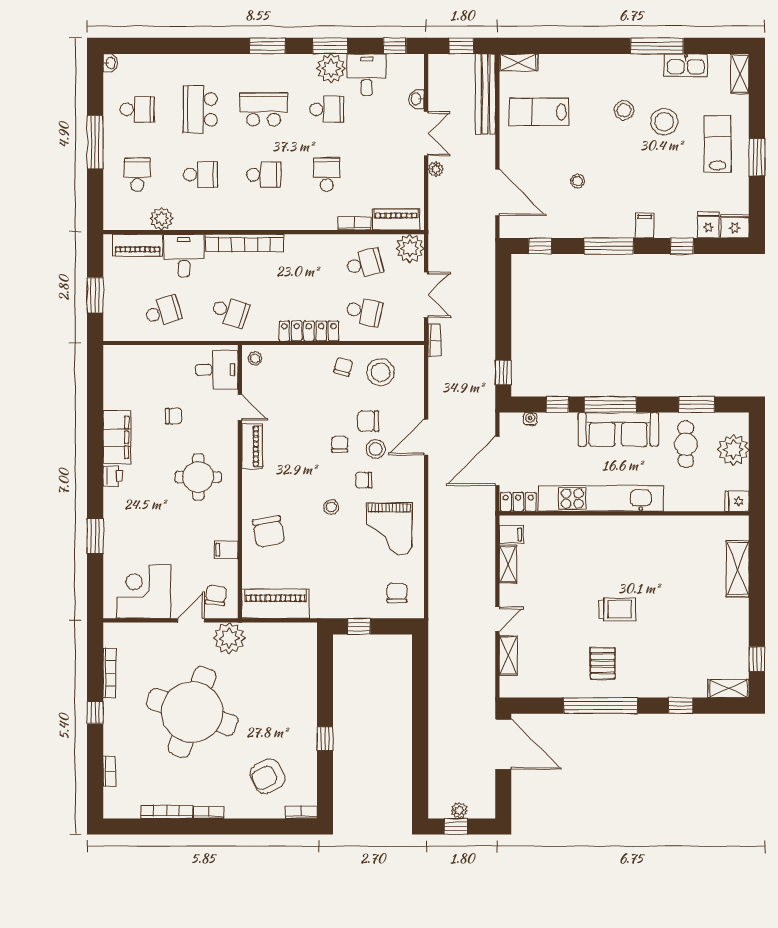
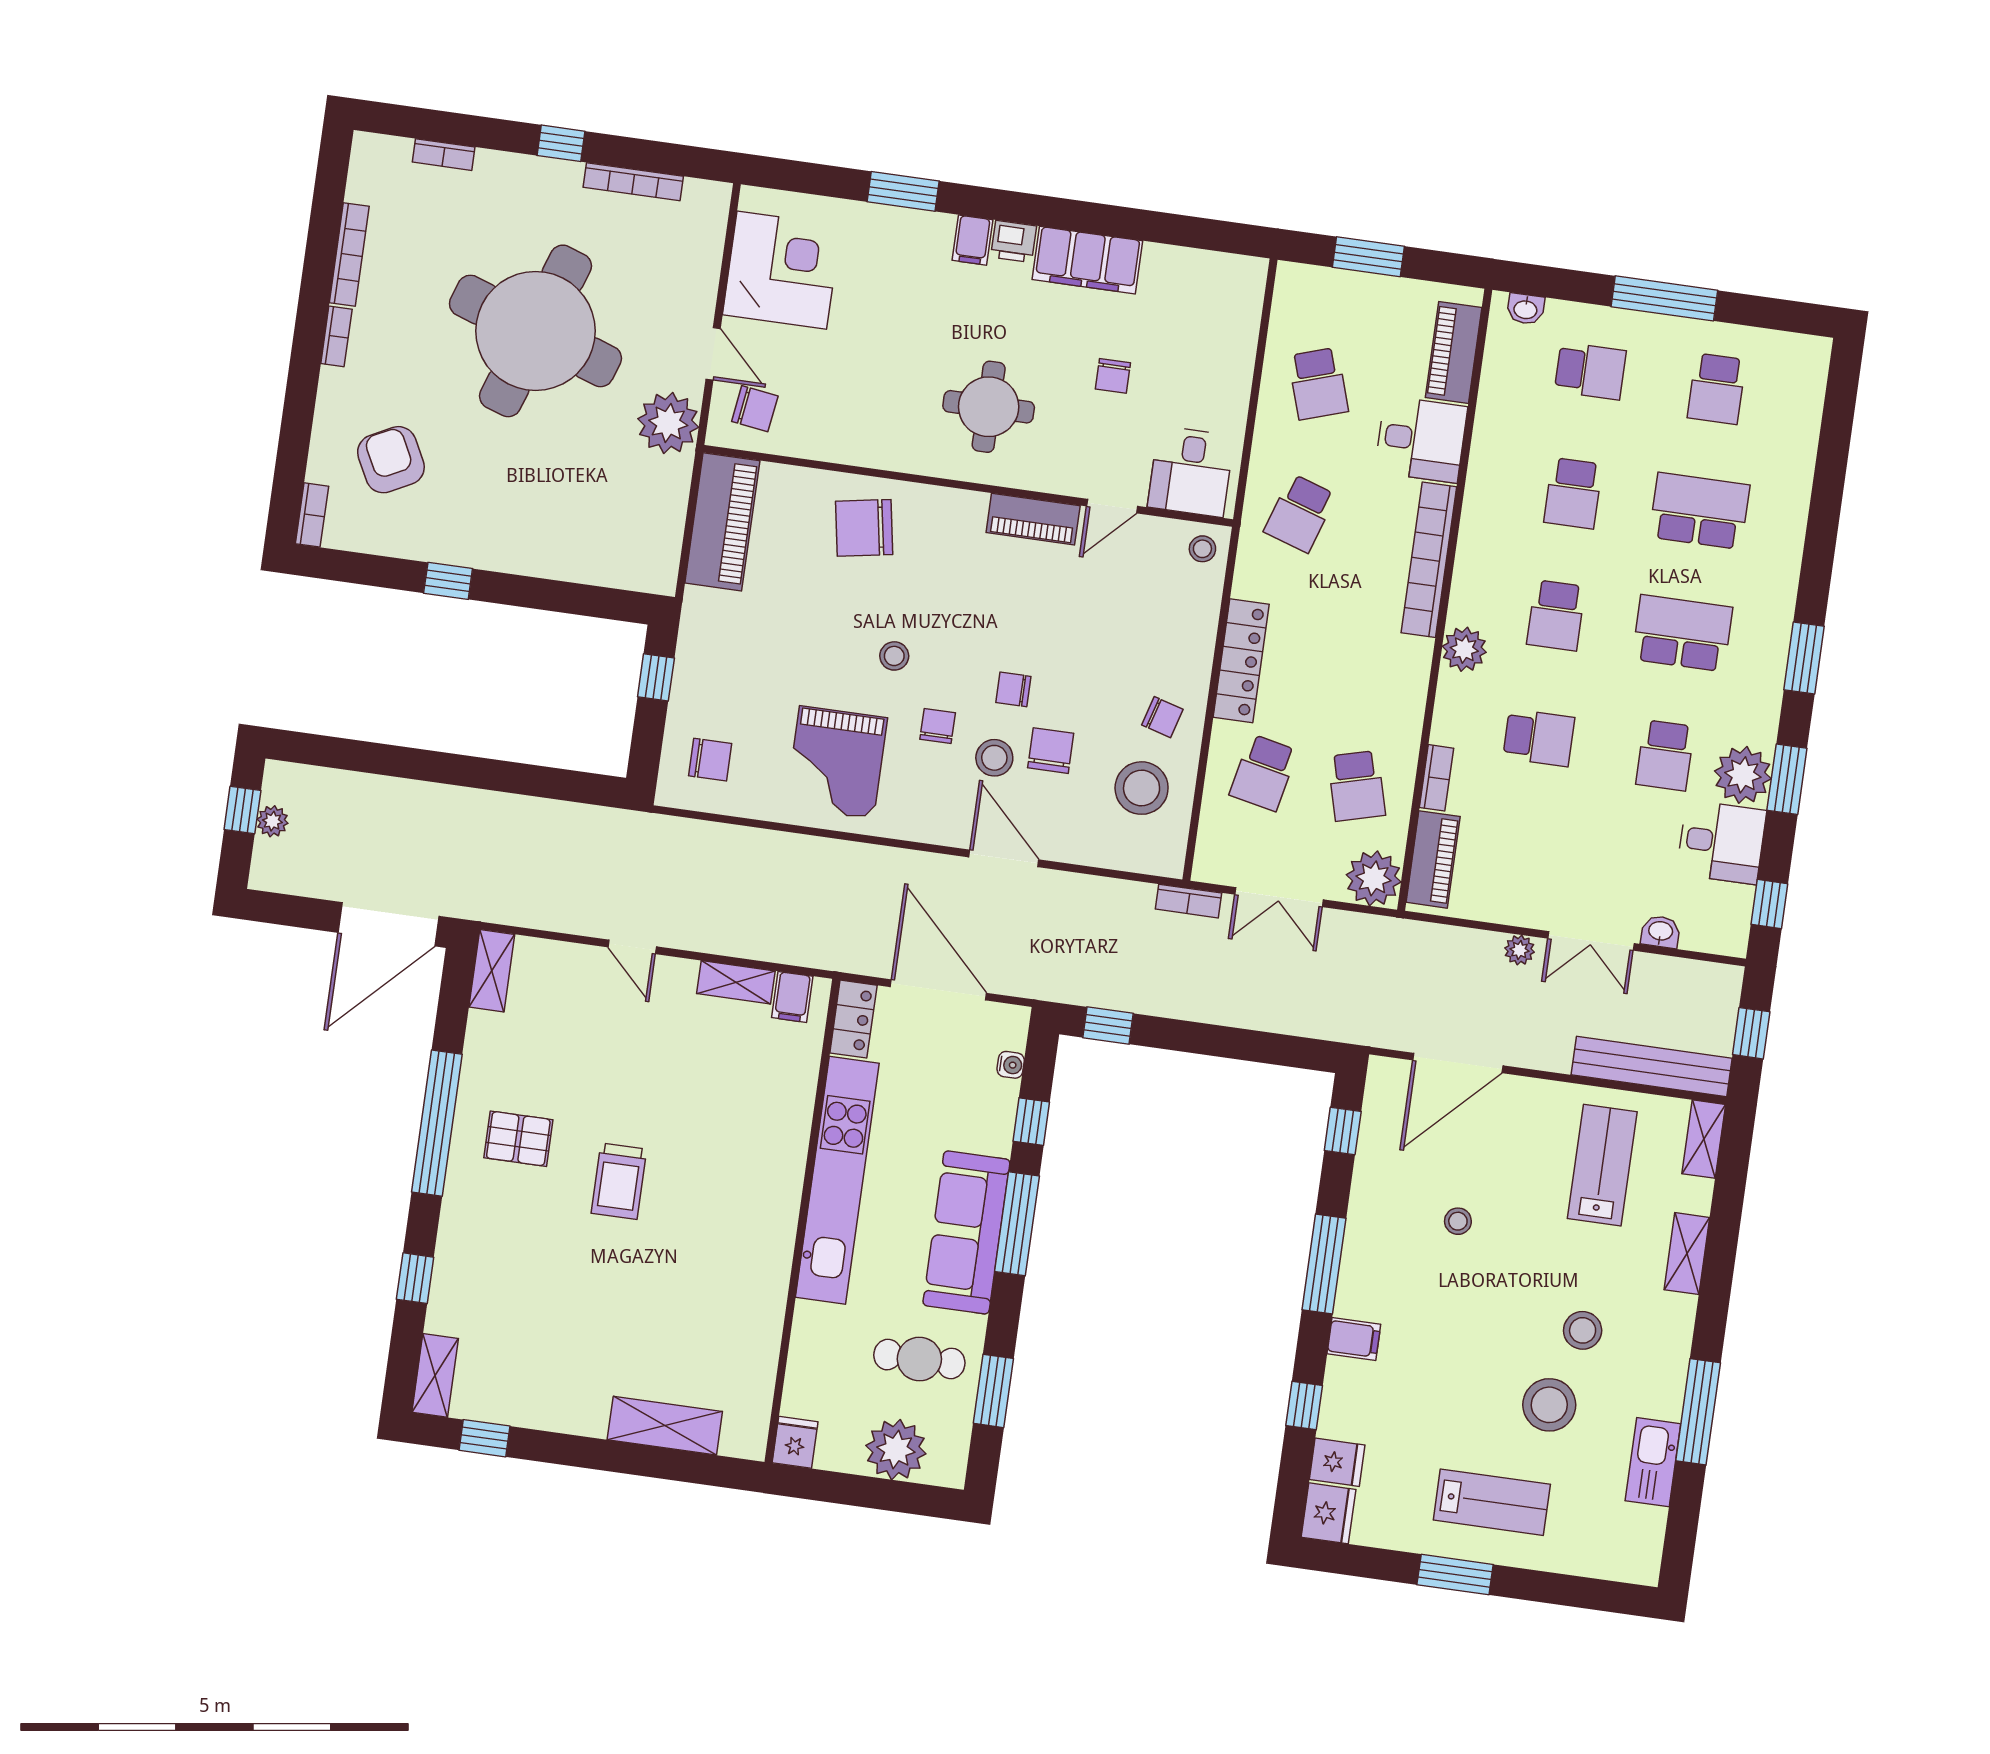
washbasin: (110, 63) -> (1526, 309), moved
shelving: (740, 74) -> (1687, 1254), moved, turned 90
school desk: (264, 109) -> (1682, 633), turned -90
plant: (161, 219) -> (1464, 649), moved
chair: (340, 444) -> (1013, 689), turned 180
grand piano: (389, 529) -> (836, 762), turned -90
filing cabinet: (226, 550) -> (972, 240), moved, turned 180
shelving: (508, 655) -> (492, 971), moved, turned 90

